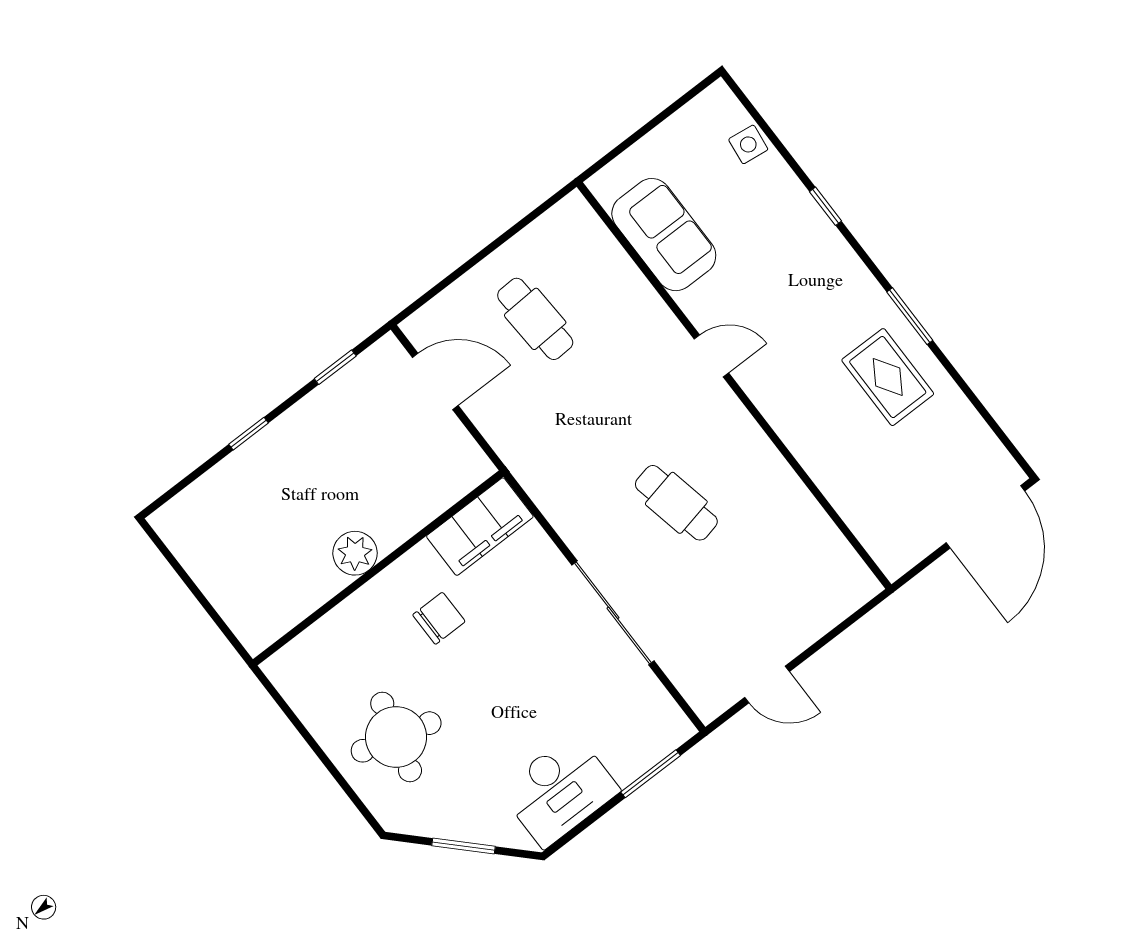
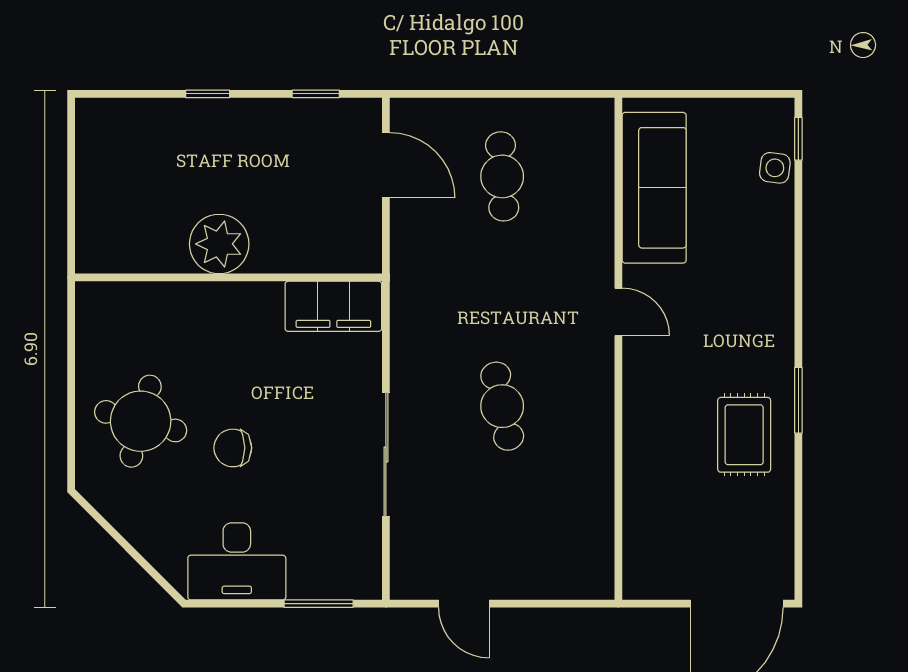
window: (826, 206) -> (798, 139), moved
sofa: (664, 235) -> (654, 188), width x1.36
plant: (355, 553) -> (219, 244), width x1.36, depth x1.36
chair: (439, 618) -> (233, 448), moved, turned 180
window: (464, 846) -> (128, 548), removed

